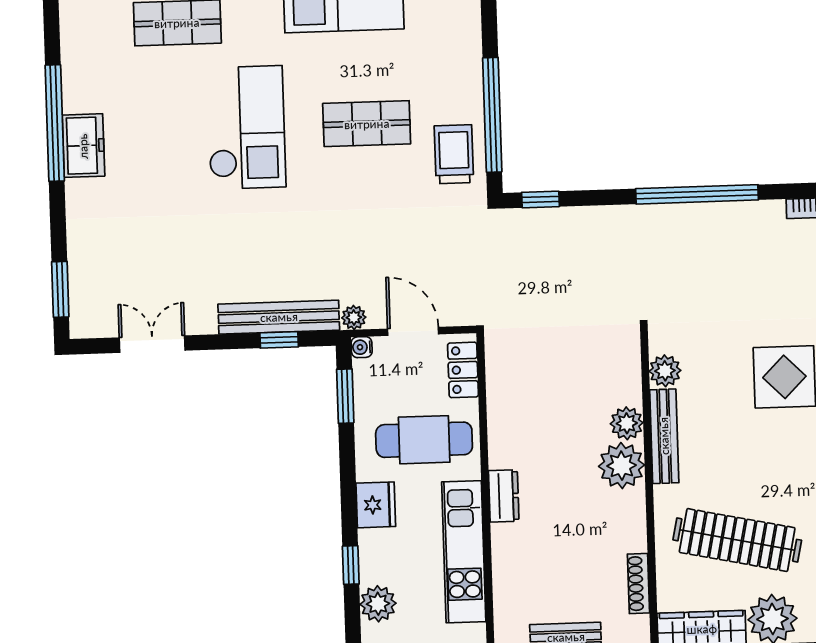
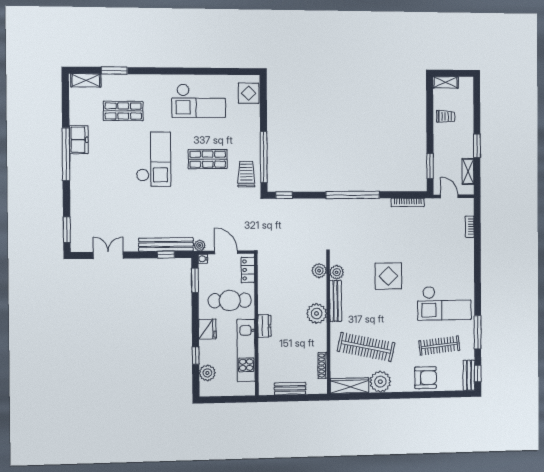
freezer: (83, 146) -> (79, 140), moved
plant: (627, 423) -> (319, 271), moved

